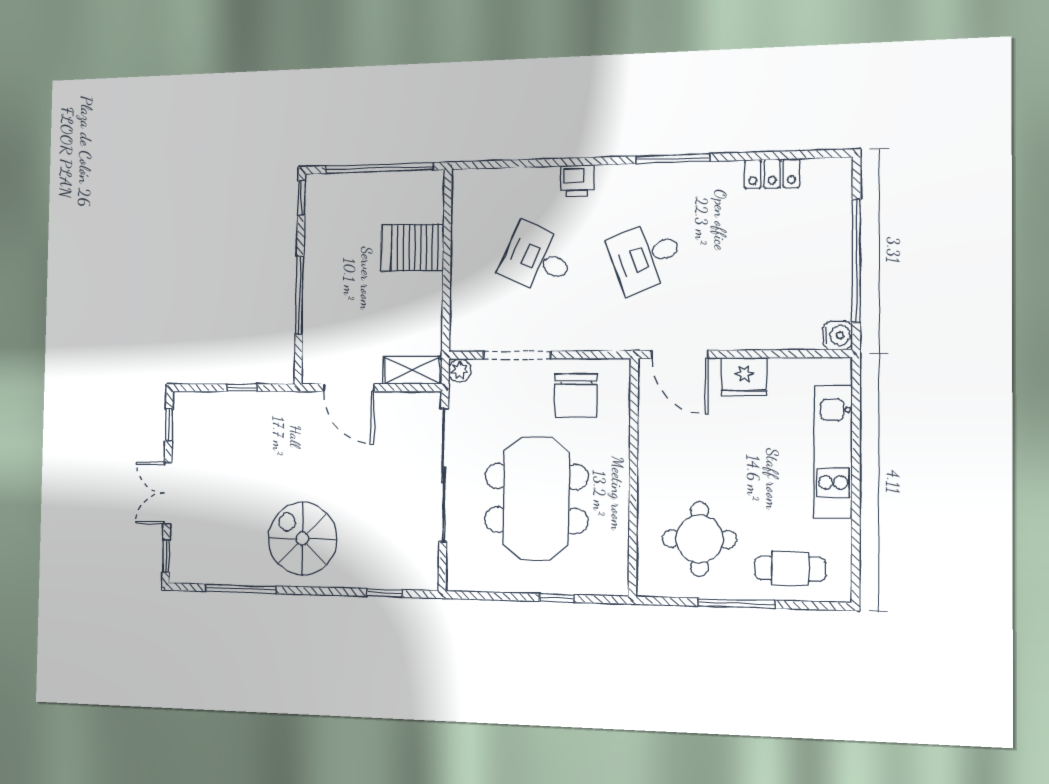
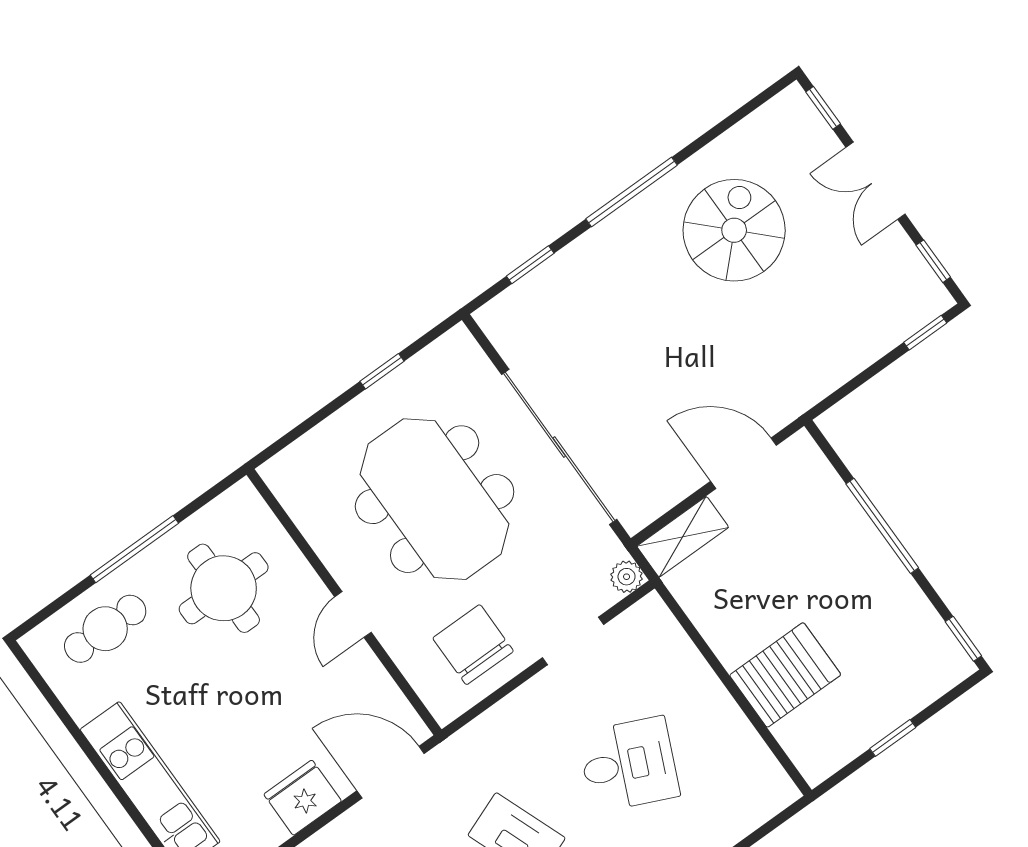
window: (379, 168) -> (893, 738), width x0.32
doorway: (517, 355) -> (573, 641), width x0.73
window: (242, 388) -> (925, 333), moved
door: (634, 465) -> (353, 615), added
double door: (167, 493) -> (876, 181), swing flipped
spiral stairs: (302, 539) -> (734, 230), moved, turned -90
window: (241, 589) -> (631, 192), moved
window: (557, 598) -> (382, 371), moved

